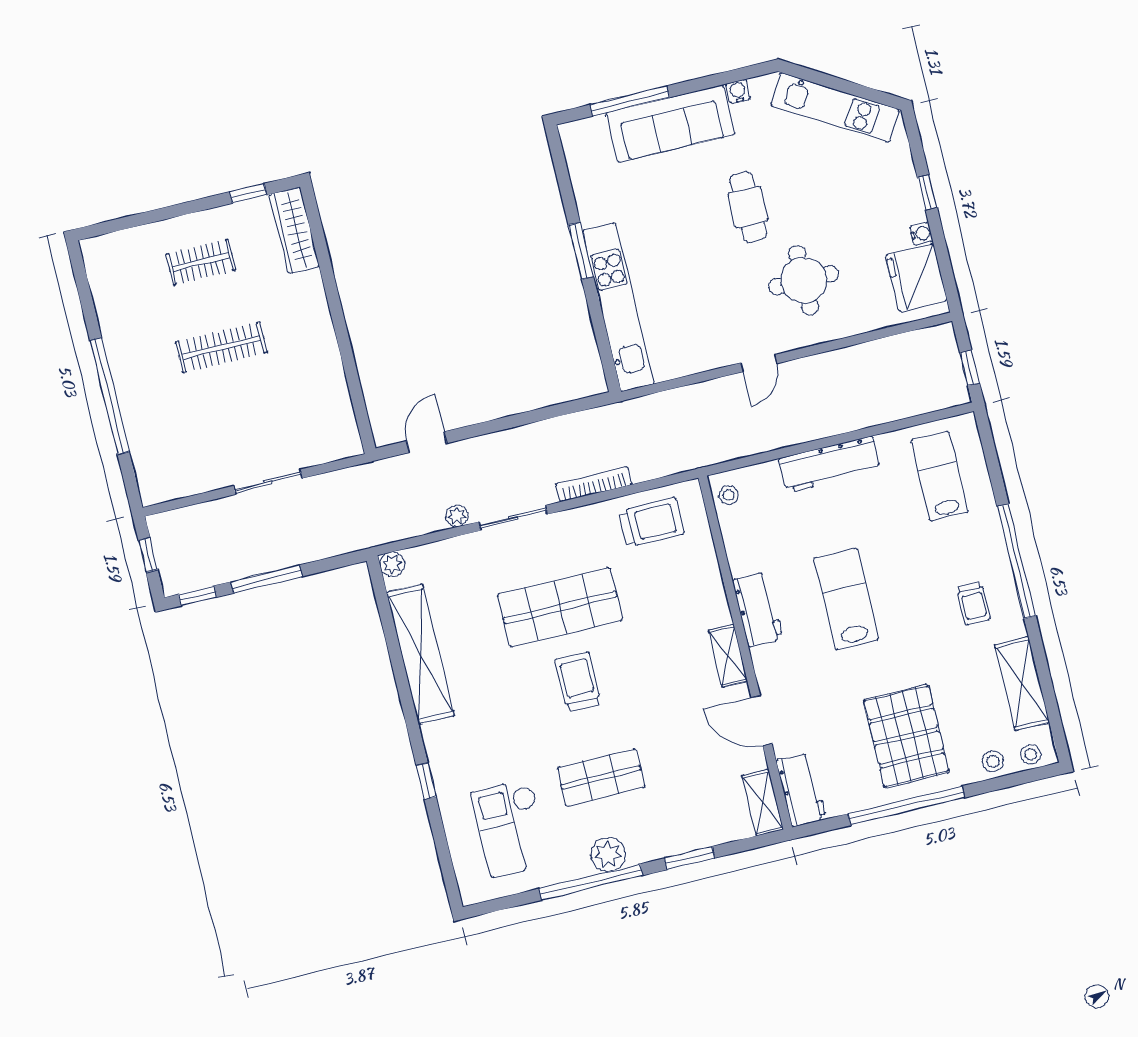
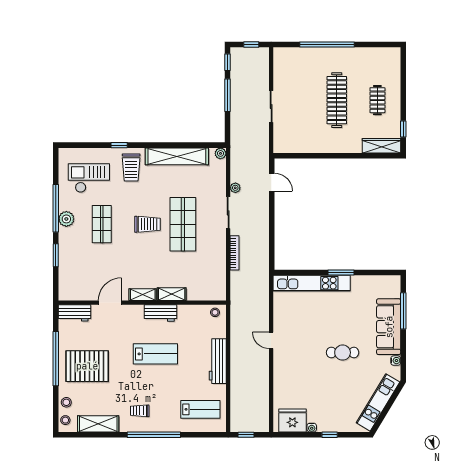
round table: (804, 280) -> (304, 370), removed
clothes rail: (221, 347) -> (337, 100), width x1.37, depth x1.31
trolley: (651, 523) -> (131, 168), moved
shelving: (763, 803) -> (172, 294), moved

